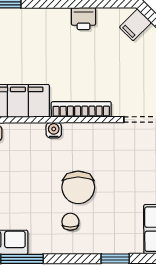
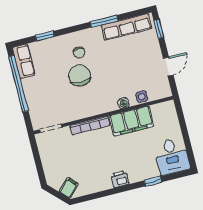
printer: (83, 19) -> (120, 179), moved
water cooler: (54, 130) -> (123, 103), moved

